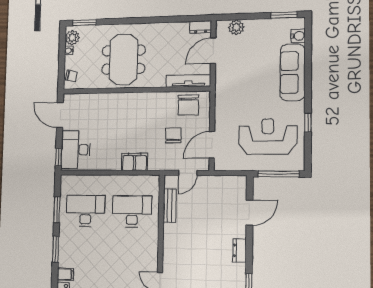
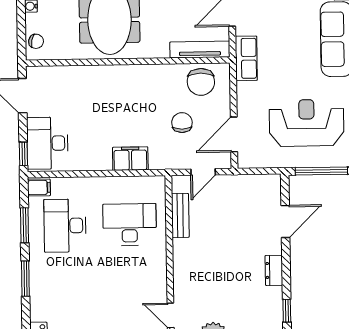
row of seats: (223, 87) -> (246, 58), added
desk: (85, 211) -> (65, 226), turned -90
filing cabinet: (65, 274) -> (39, 188), moved

